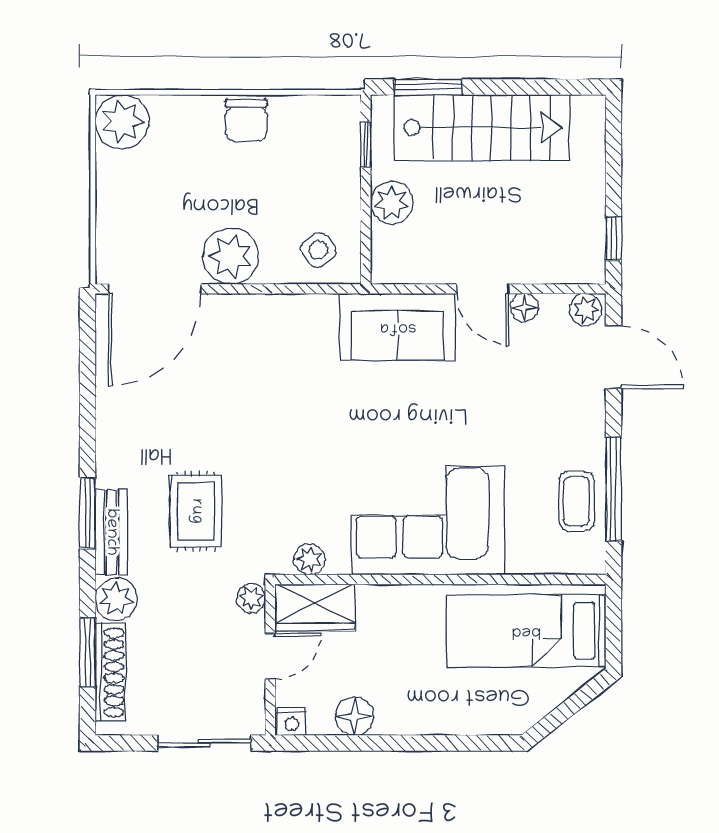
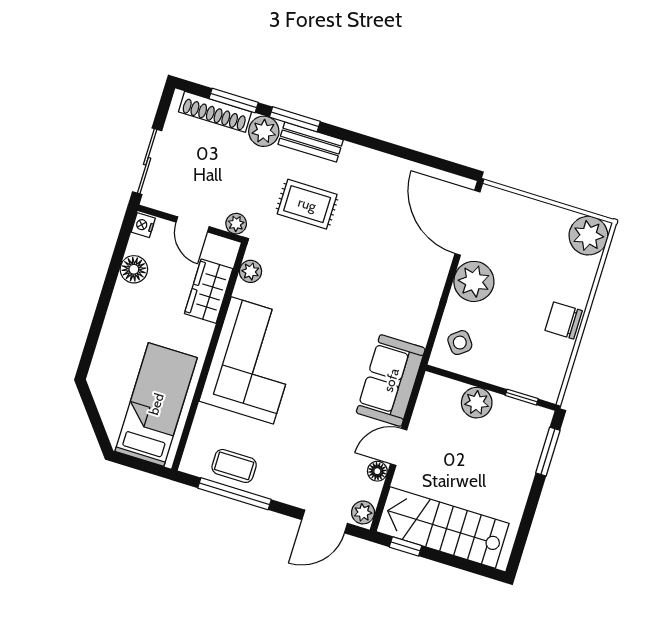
stairs: (482, 128) -> (443, 527), moved, turned 90
window: (87, 513) -> (295, 119), moved
wardrobe: (315, 607) -> (209, 291), moved

